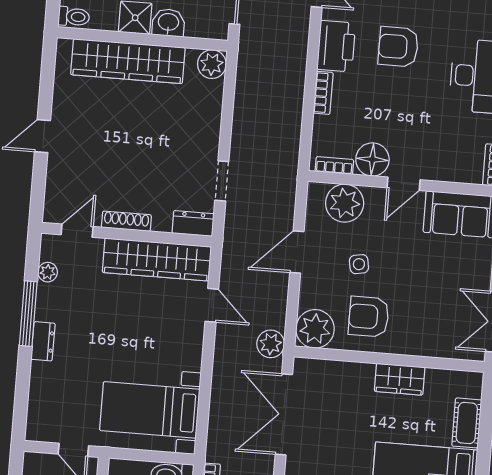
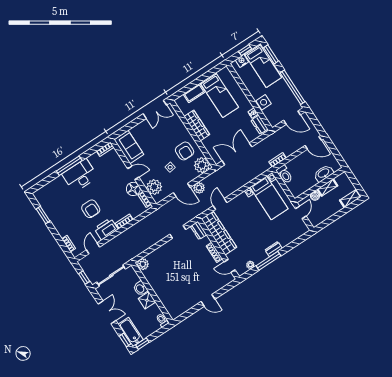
wardrobe: (128, 61) -> (163, 292), removed
plant: (271, 344) -> (199, 188), moved
wardrobe: (400, 379) -> (197, 126), width x1.50
double door: (284, 414) -> (237, 154), swing flipped

